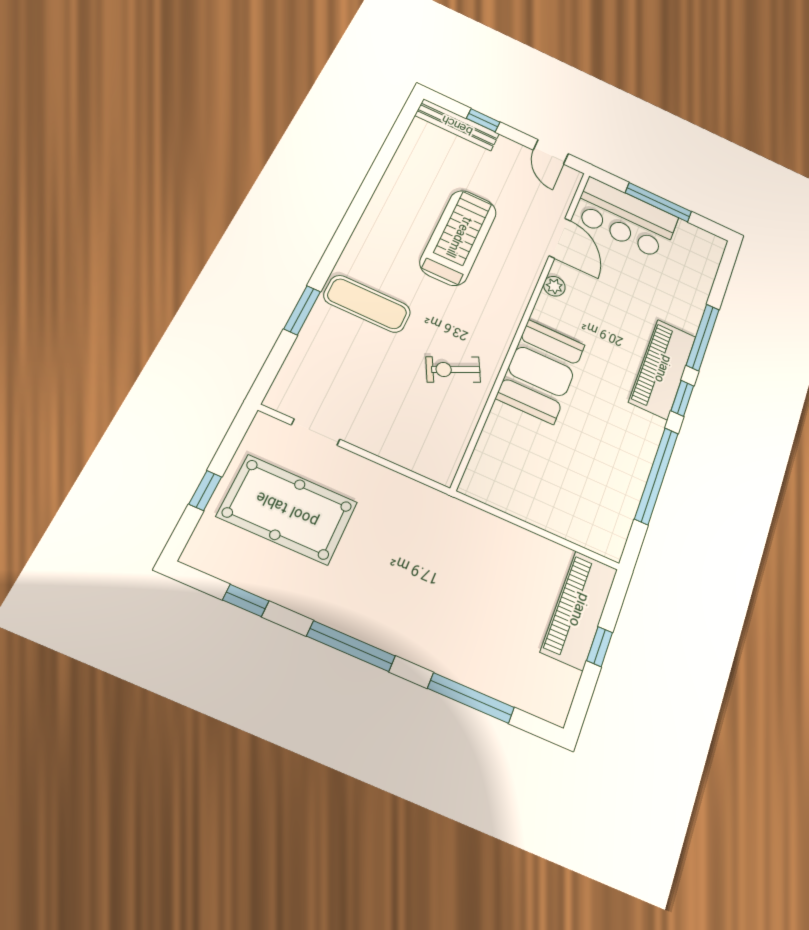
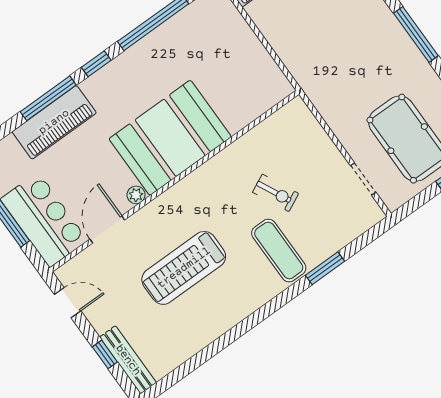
door: (551, 152) -> (68, 303), hinge flipped
piano: (663, 369) -> (54, 122), moved
exercise bike: (453, 370) -> (276, 193), moved
booth: (541, 371) -> (170, 138), width x1.36, depth x1.42

